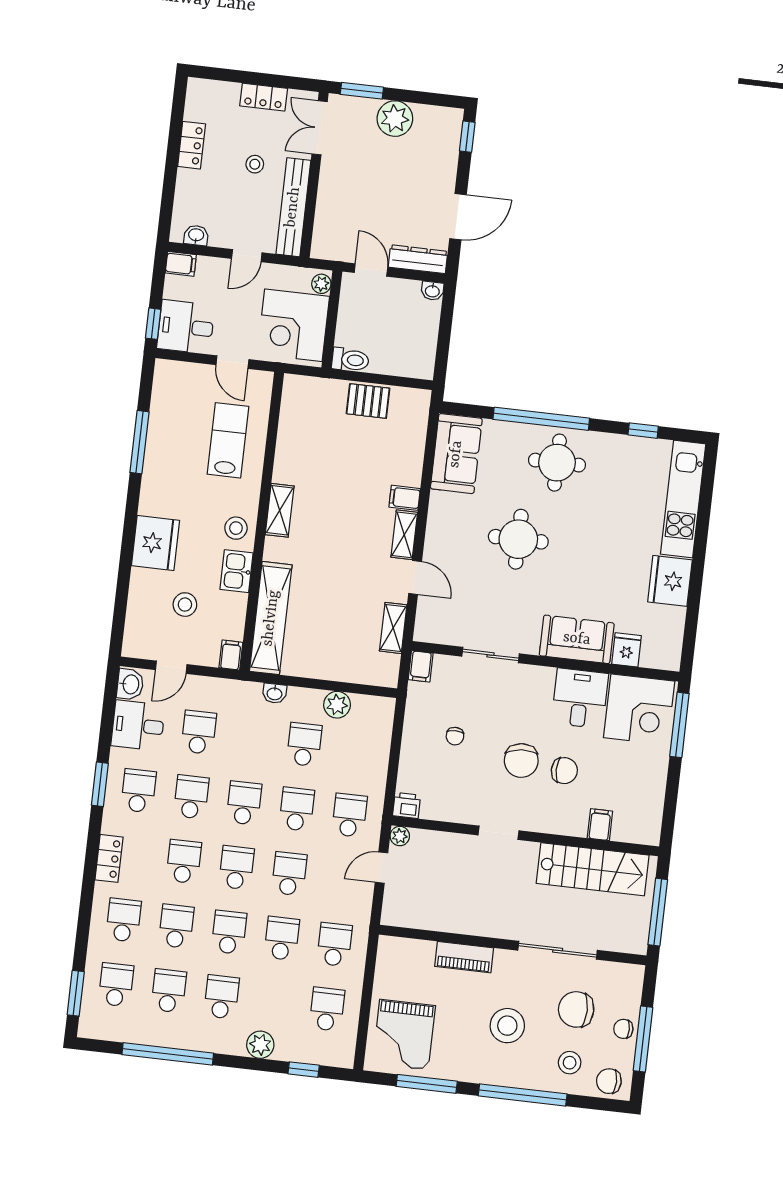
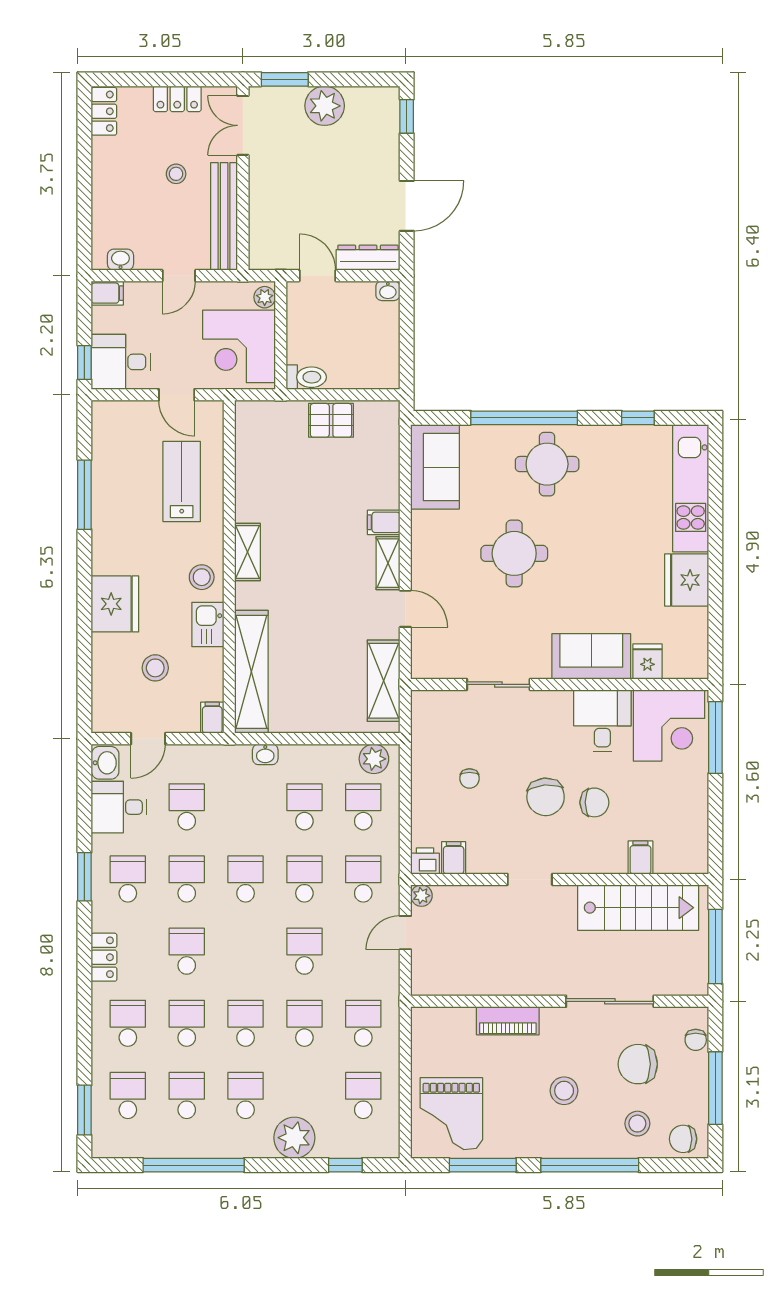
locker: (192, 145) -> (104, 111), moved
shelving: (393, 628) -> (384, 681), width x1.50, depth x1.33
filing cabinet: (421, 666) -> (454, 858), moved, turned 180
plant: (337, 705) -> (374, 759), moved
school desk: (236, 868) -> (363, 807), moved
stool: (507, 1026) -> (564, 1091), width x0.73, depth x0.73
chair: (623, 1029) -> (696, 1040), moved, turned -88
plant: (260, 1045) -> (294, 1138), width x1.36, depth x1.36

